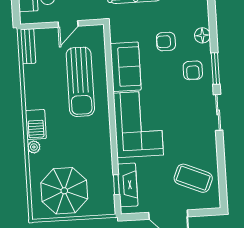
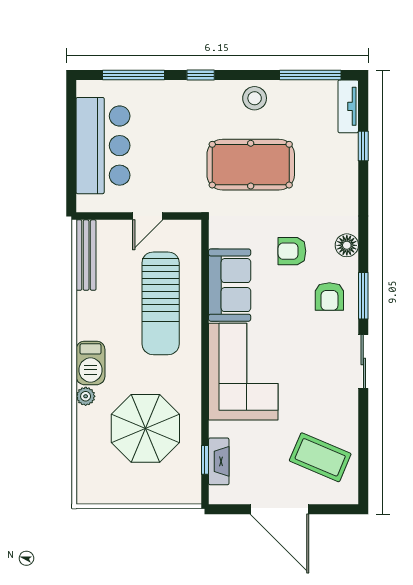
bench: (28, 46) -> (86, 255), width x1.36
fireplace: (128, 185) -> (219, 461), width x0.73, depth x0.76
parasol: (64, 191) -> (145, 428), moved

